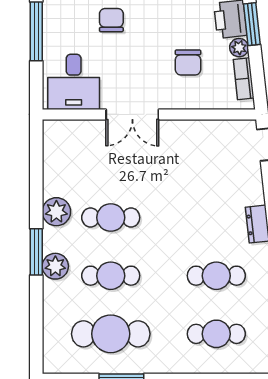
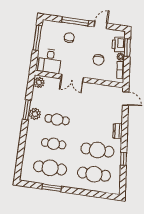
window: (36, 252) -> (27, 110), moved
plant: (55, 266) -> (39, 82), moved
cafe table: (216, 276) -> (97, 150), width x1.37, depth x1.35
cafe table: (216, 334) -> (94, 174), width x1.37, depth x1.35

